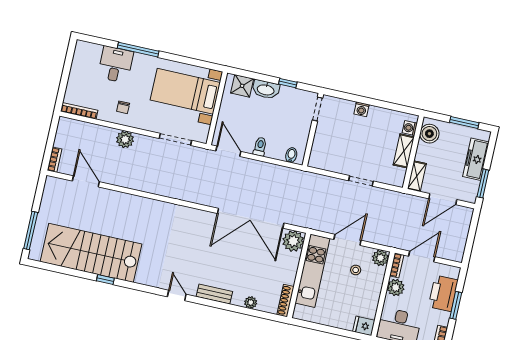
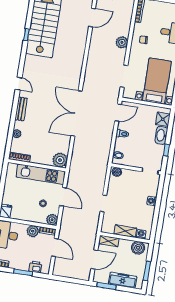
boiler: (316, 158) -> (117, 172), added
door: (443, 199) -> (94, 259), swing flipped
double door: (251, 218) -> (76, 114), moved
printer: (443, 293) -> (35, 267), width x0.53, depth x0.68
door: (177, 295) -> (19, 84), hinge flipped

